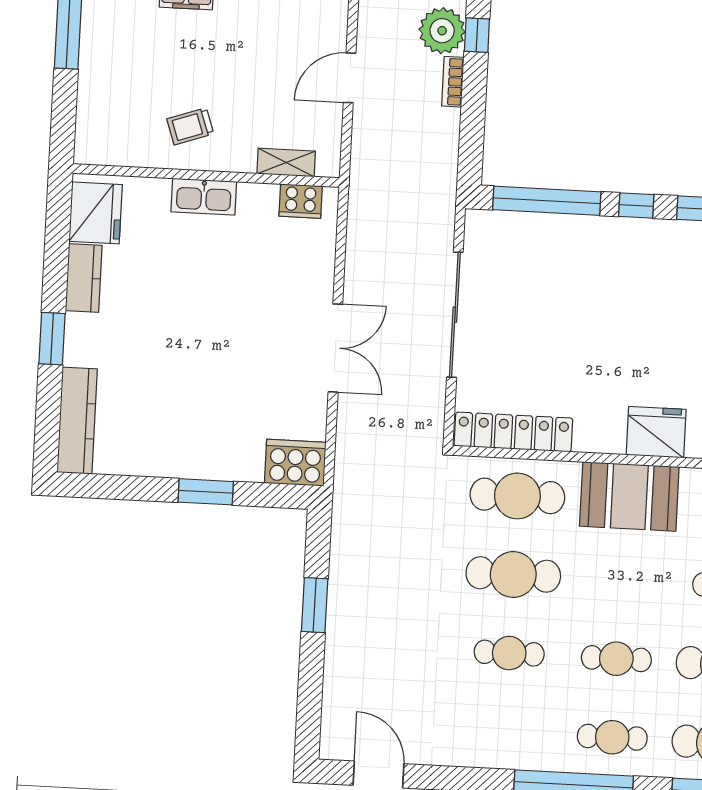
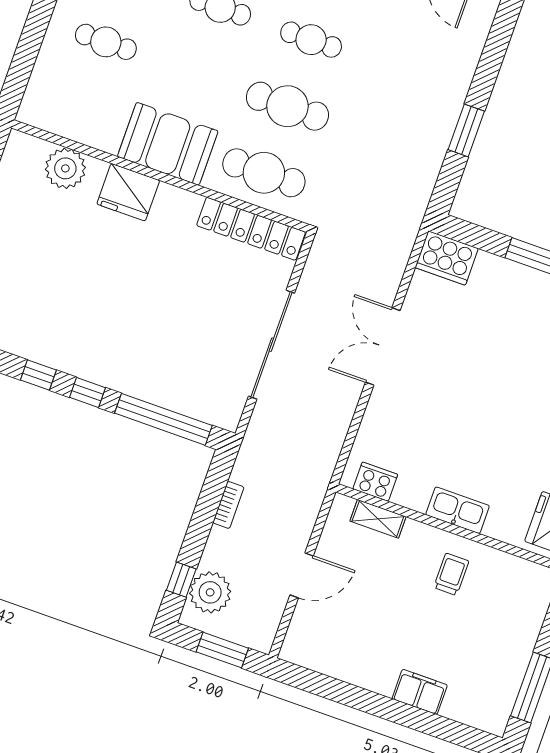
bookcase: (453, 82) -> (228, 505), moved
trolley: (190, 126) -> (451, 574), turned -71

